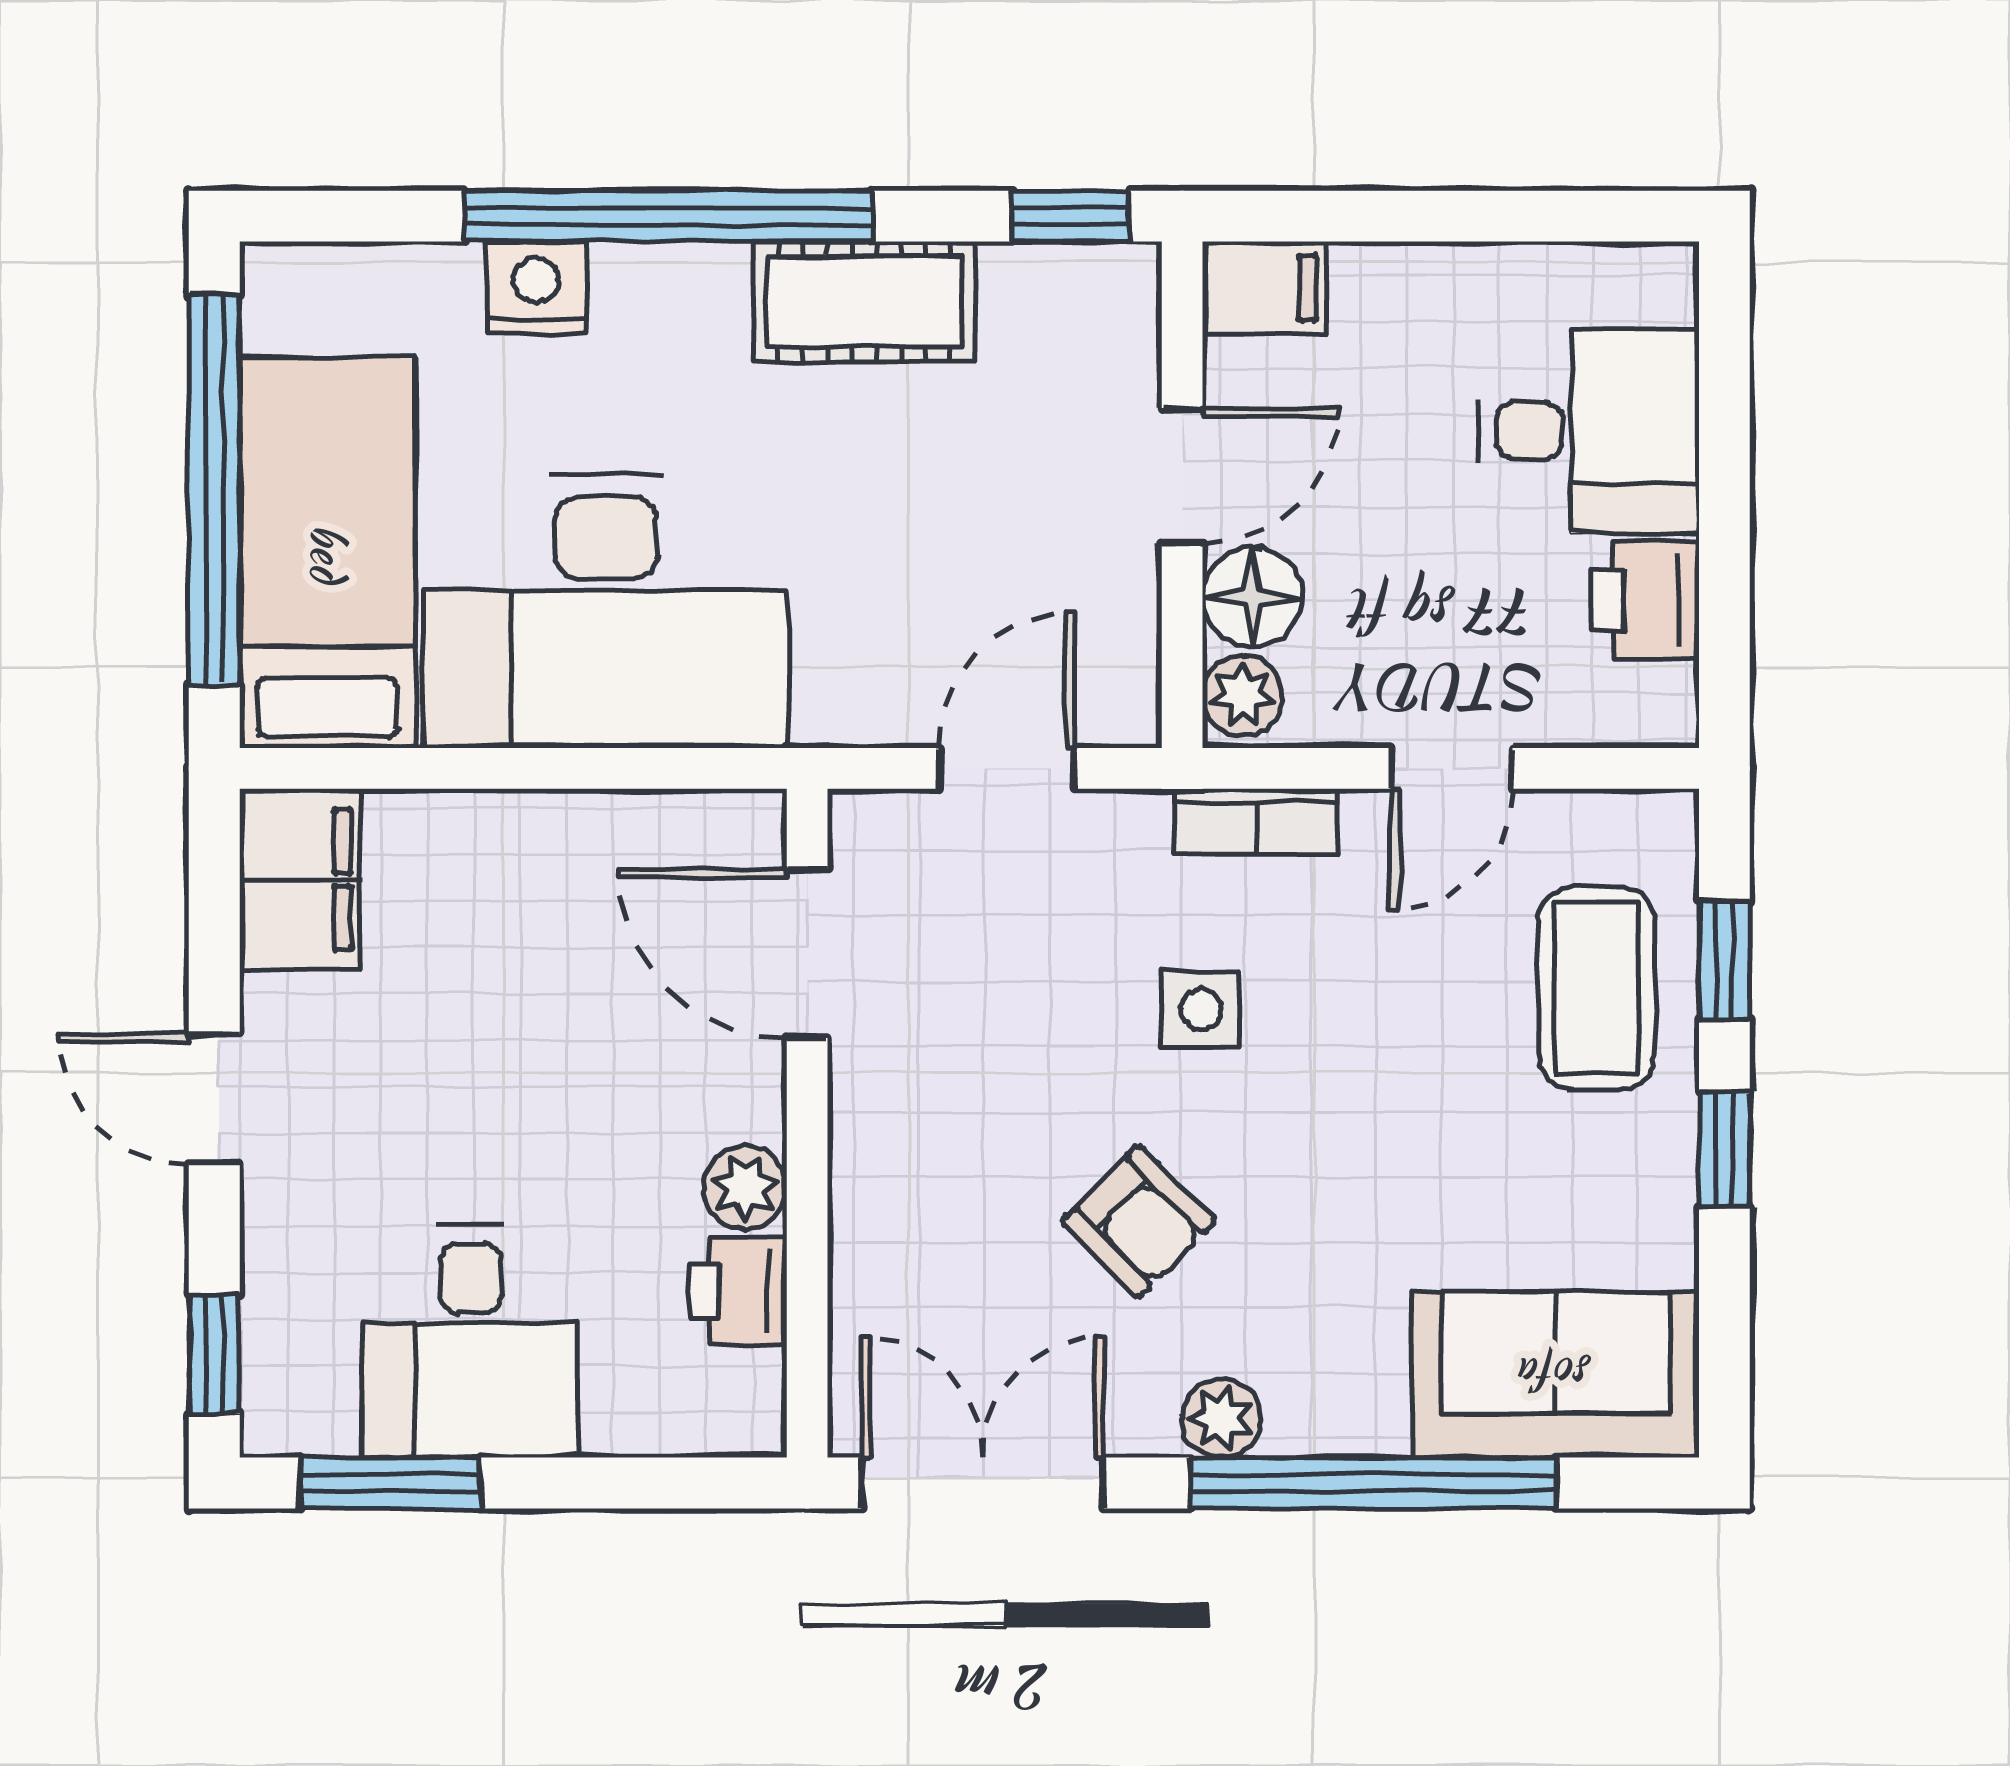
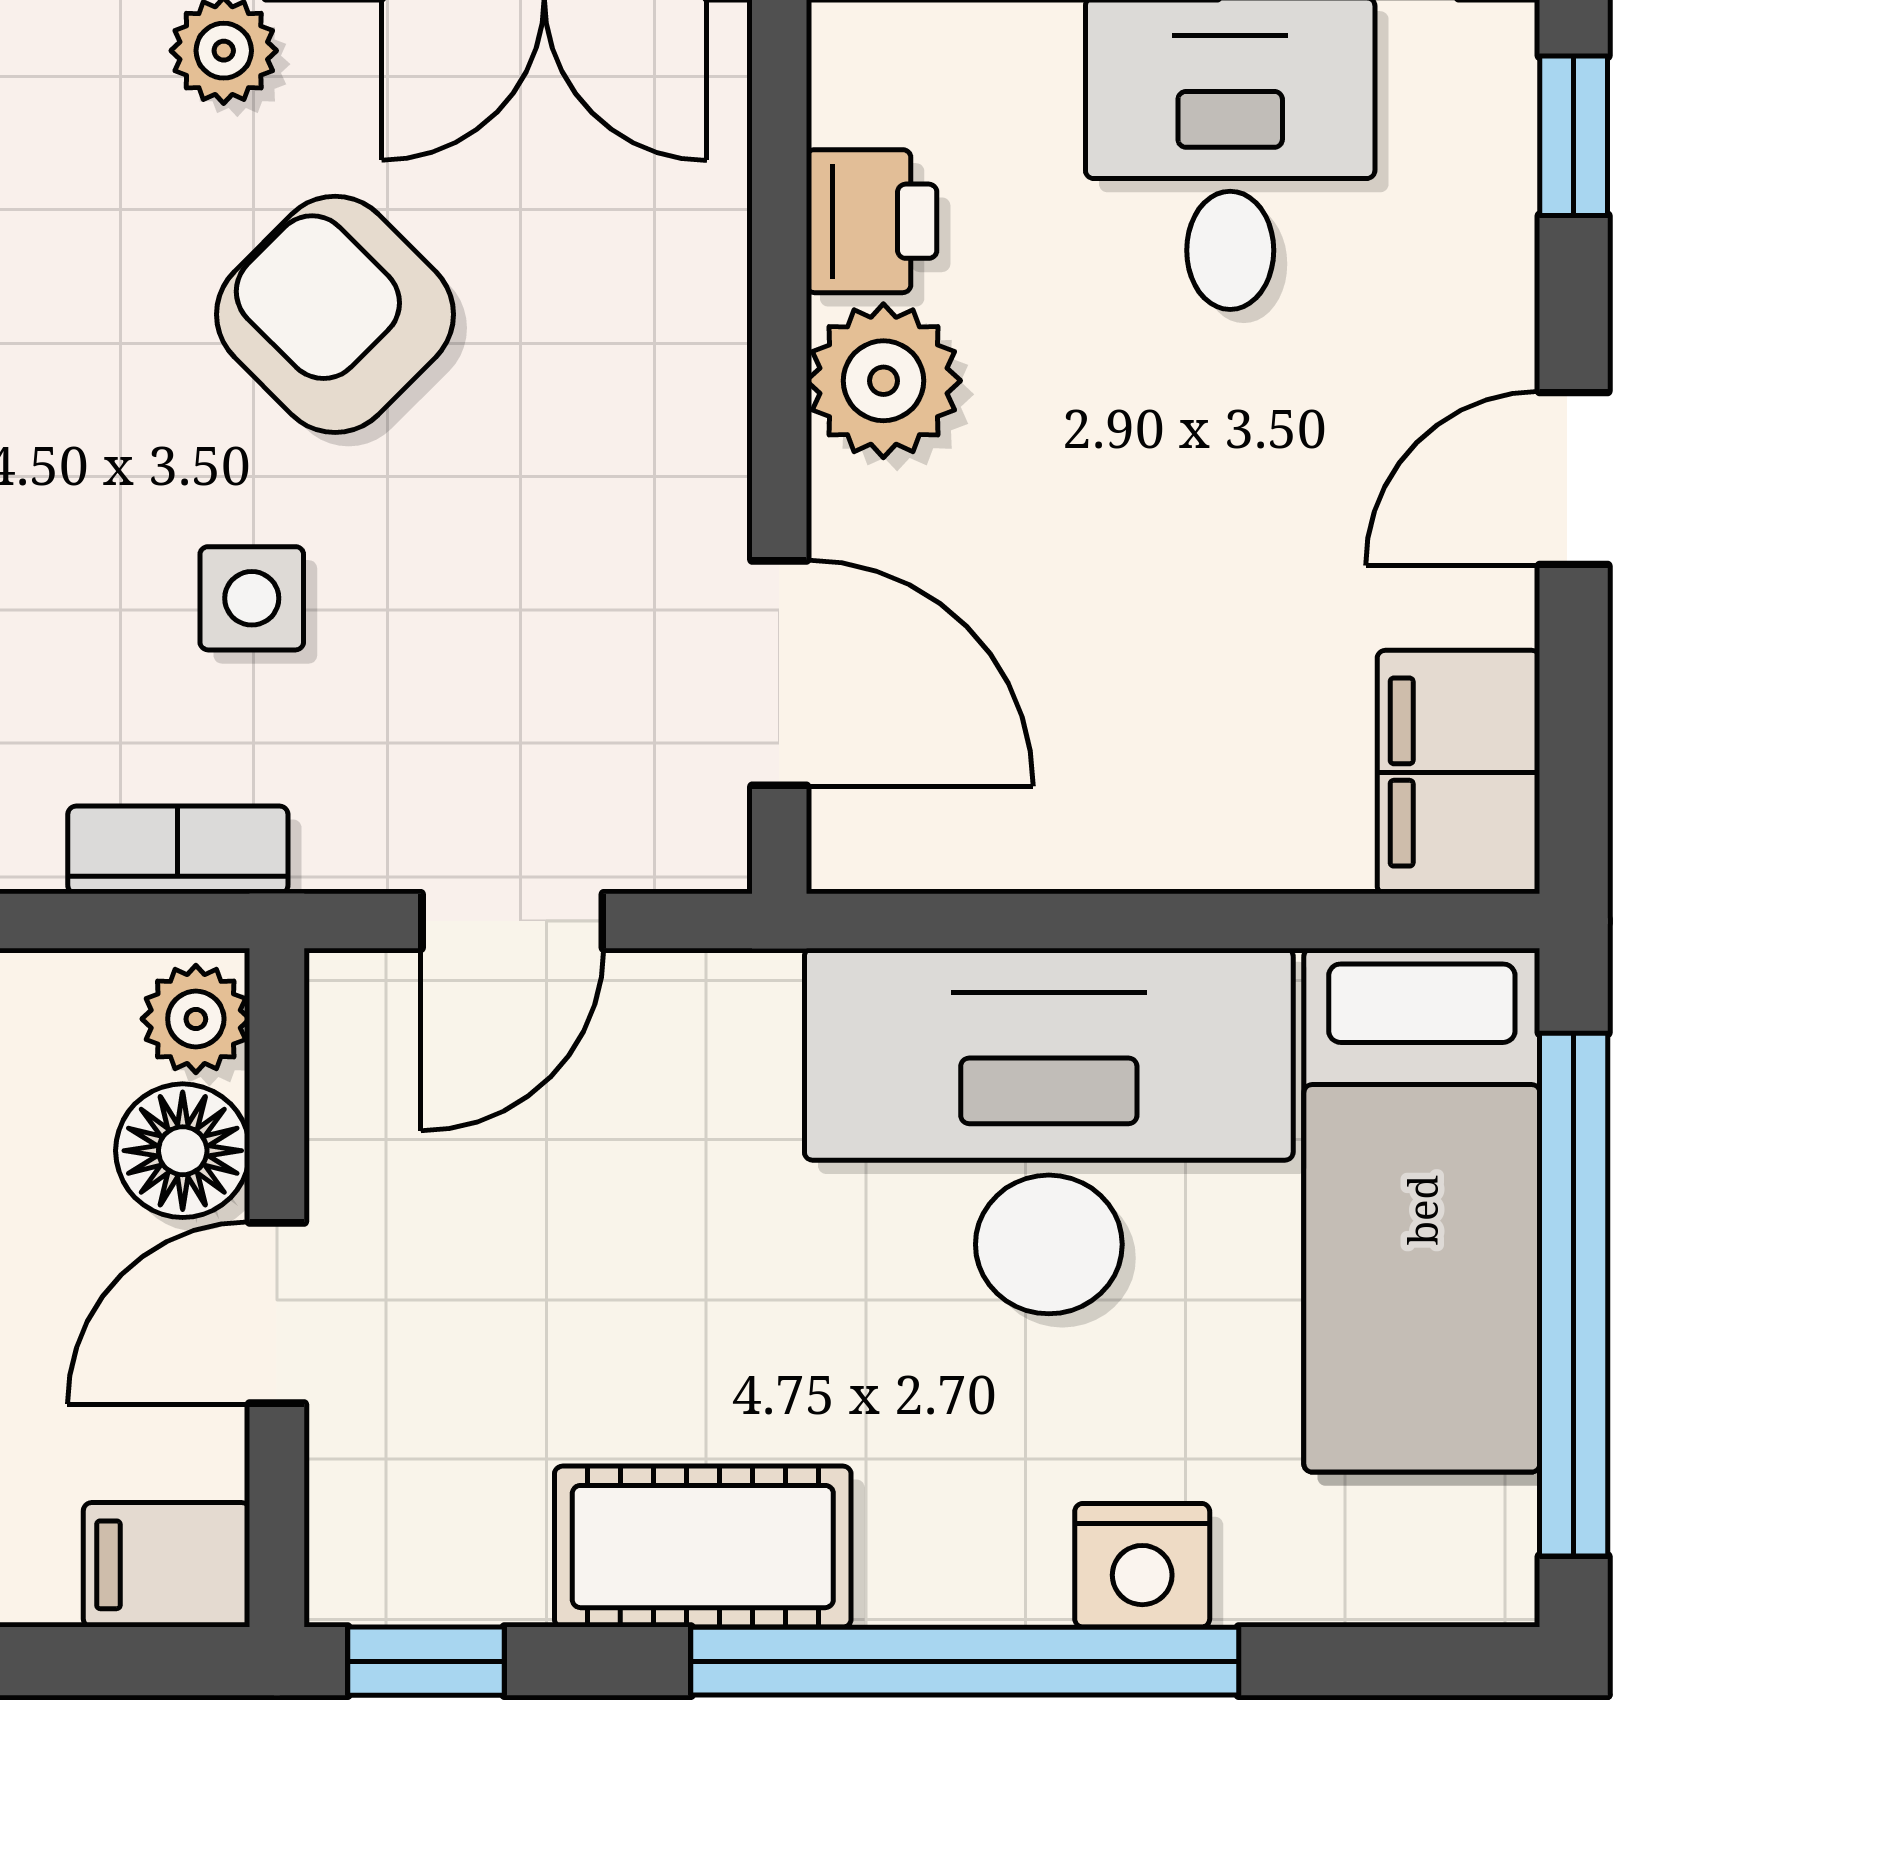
door: (214, 1099) -> (1574, 479), swing flipped
plant: (745, 1187) -> (883, 381), width x1.38, depth x1.38
armchair: (1139, 1221) -> (335, 314), width x1.38, depth x1.38

